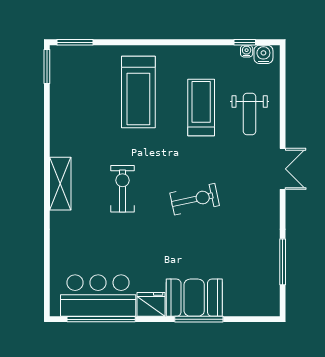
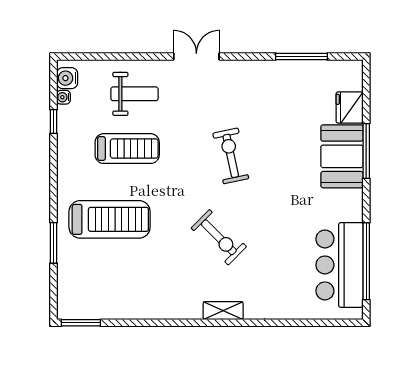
window: (75, 42) -> (53, 243), moved
window: (245, 42) -> (53, 122), moved
treadmill: (201, 108) -> (127, 149), turned 180
shelving: (60, 184) -> (223, 311), width x0.67, depth x0.75
exercise bike: (123, 189) -> (219, 237), turned -135
fridge: (151, 304) -> (350, 107), moved

